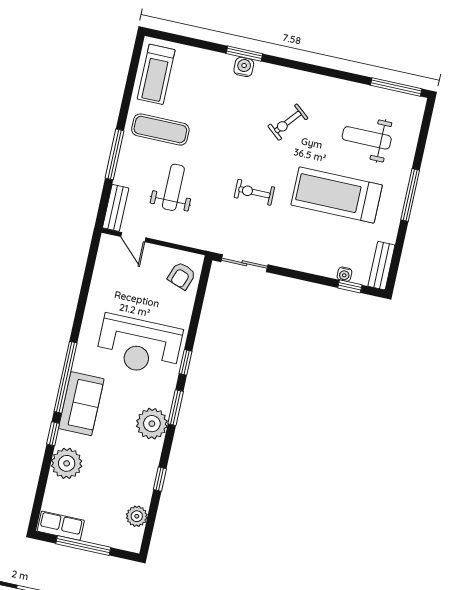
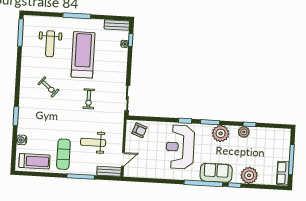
water cooler: (244, 67) -> (22, 140), moved
treadmill: (337, 195) -> (83, 55), turned 180
reception desk: (139, 345) -> (180, 147), turned 180
plant: (137, 516) -> (244, 132), moved

